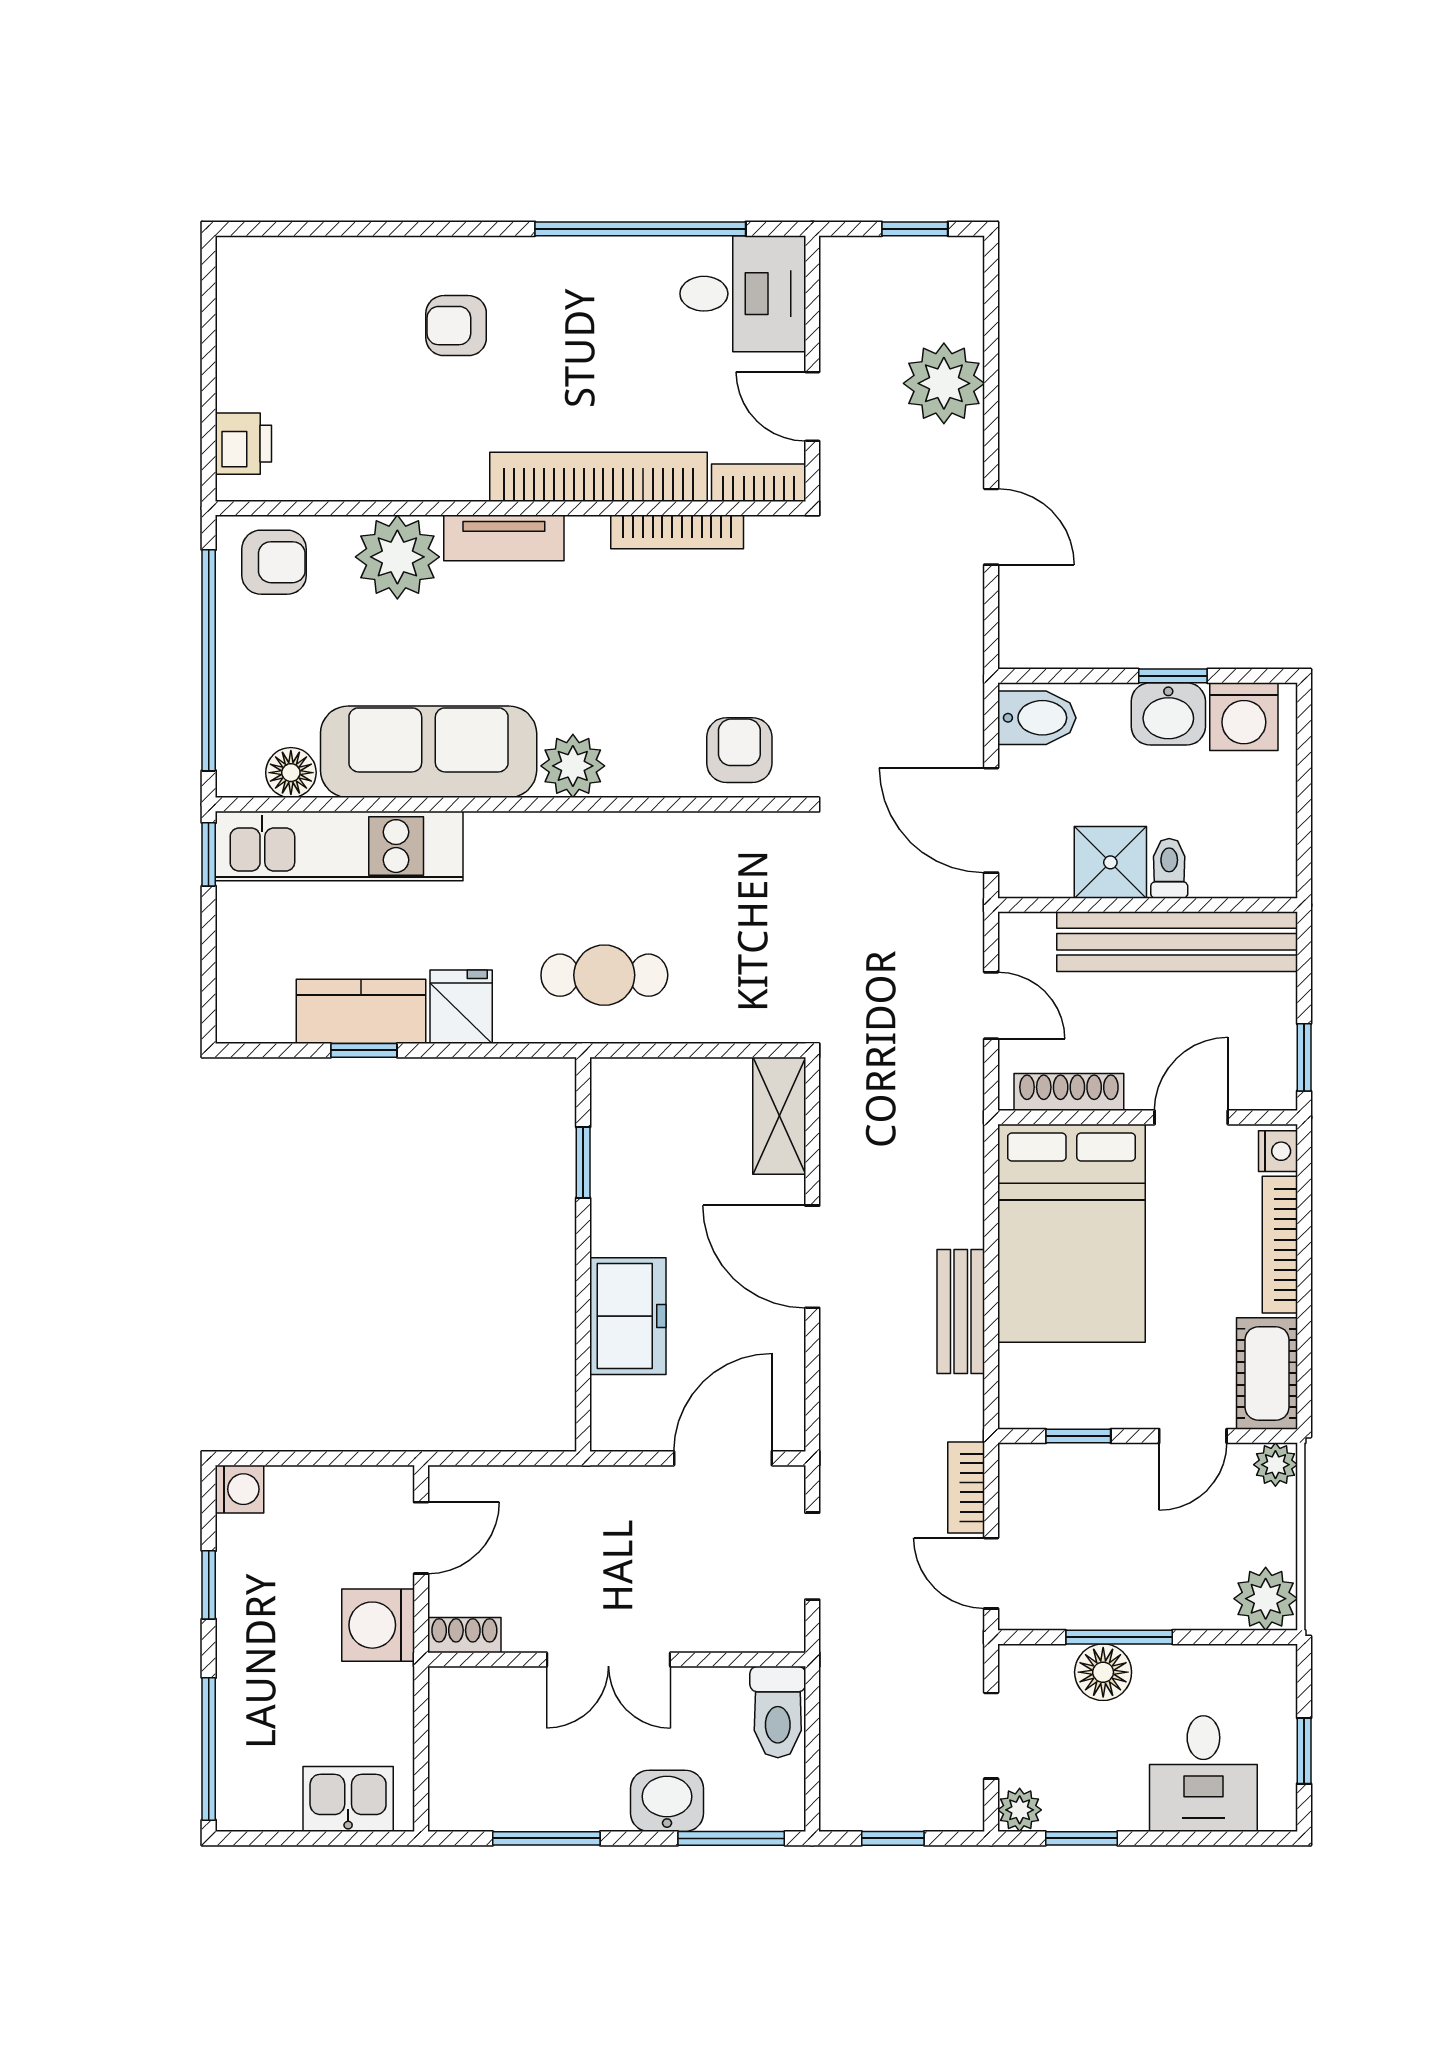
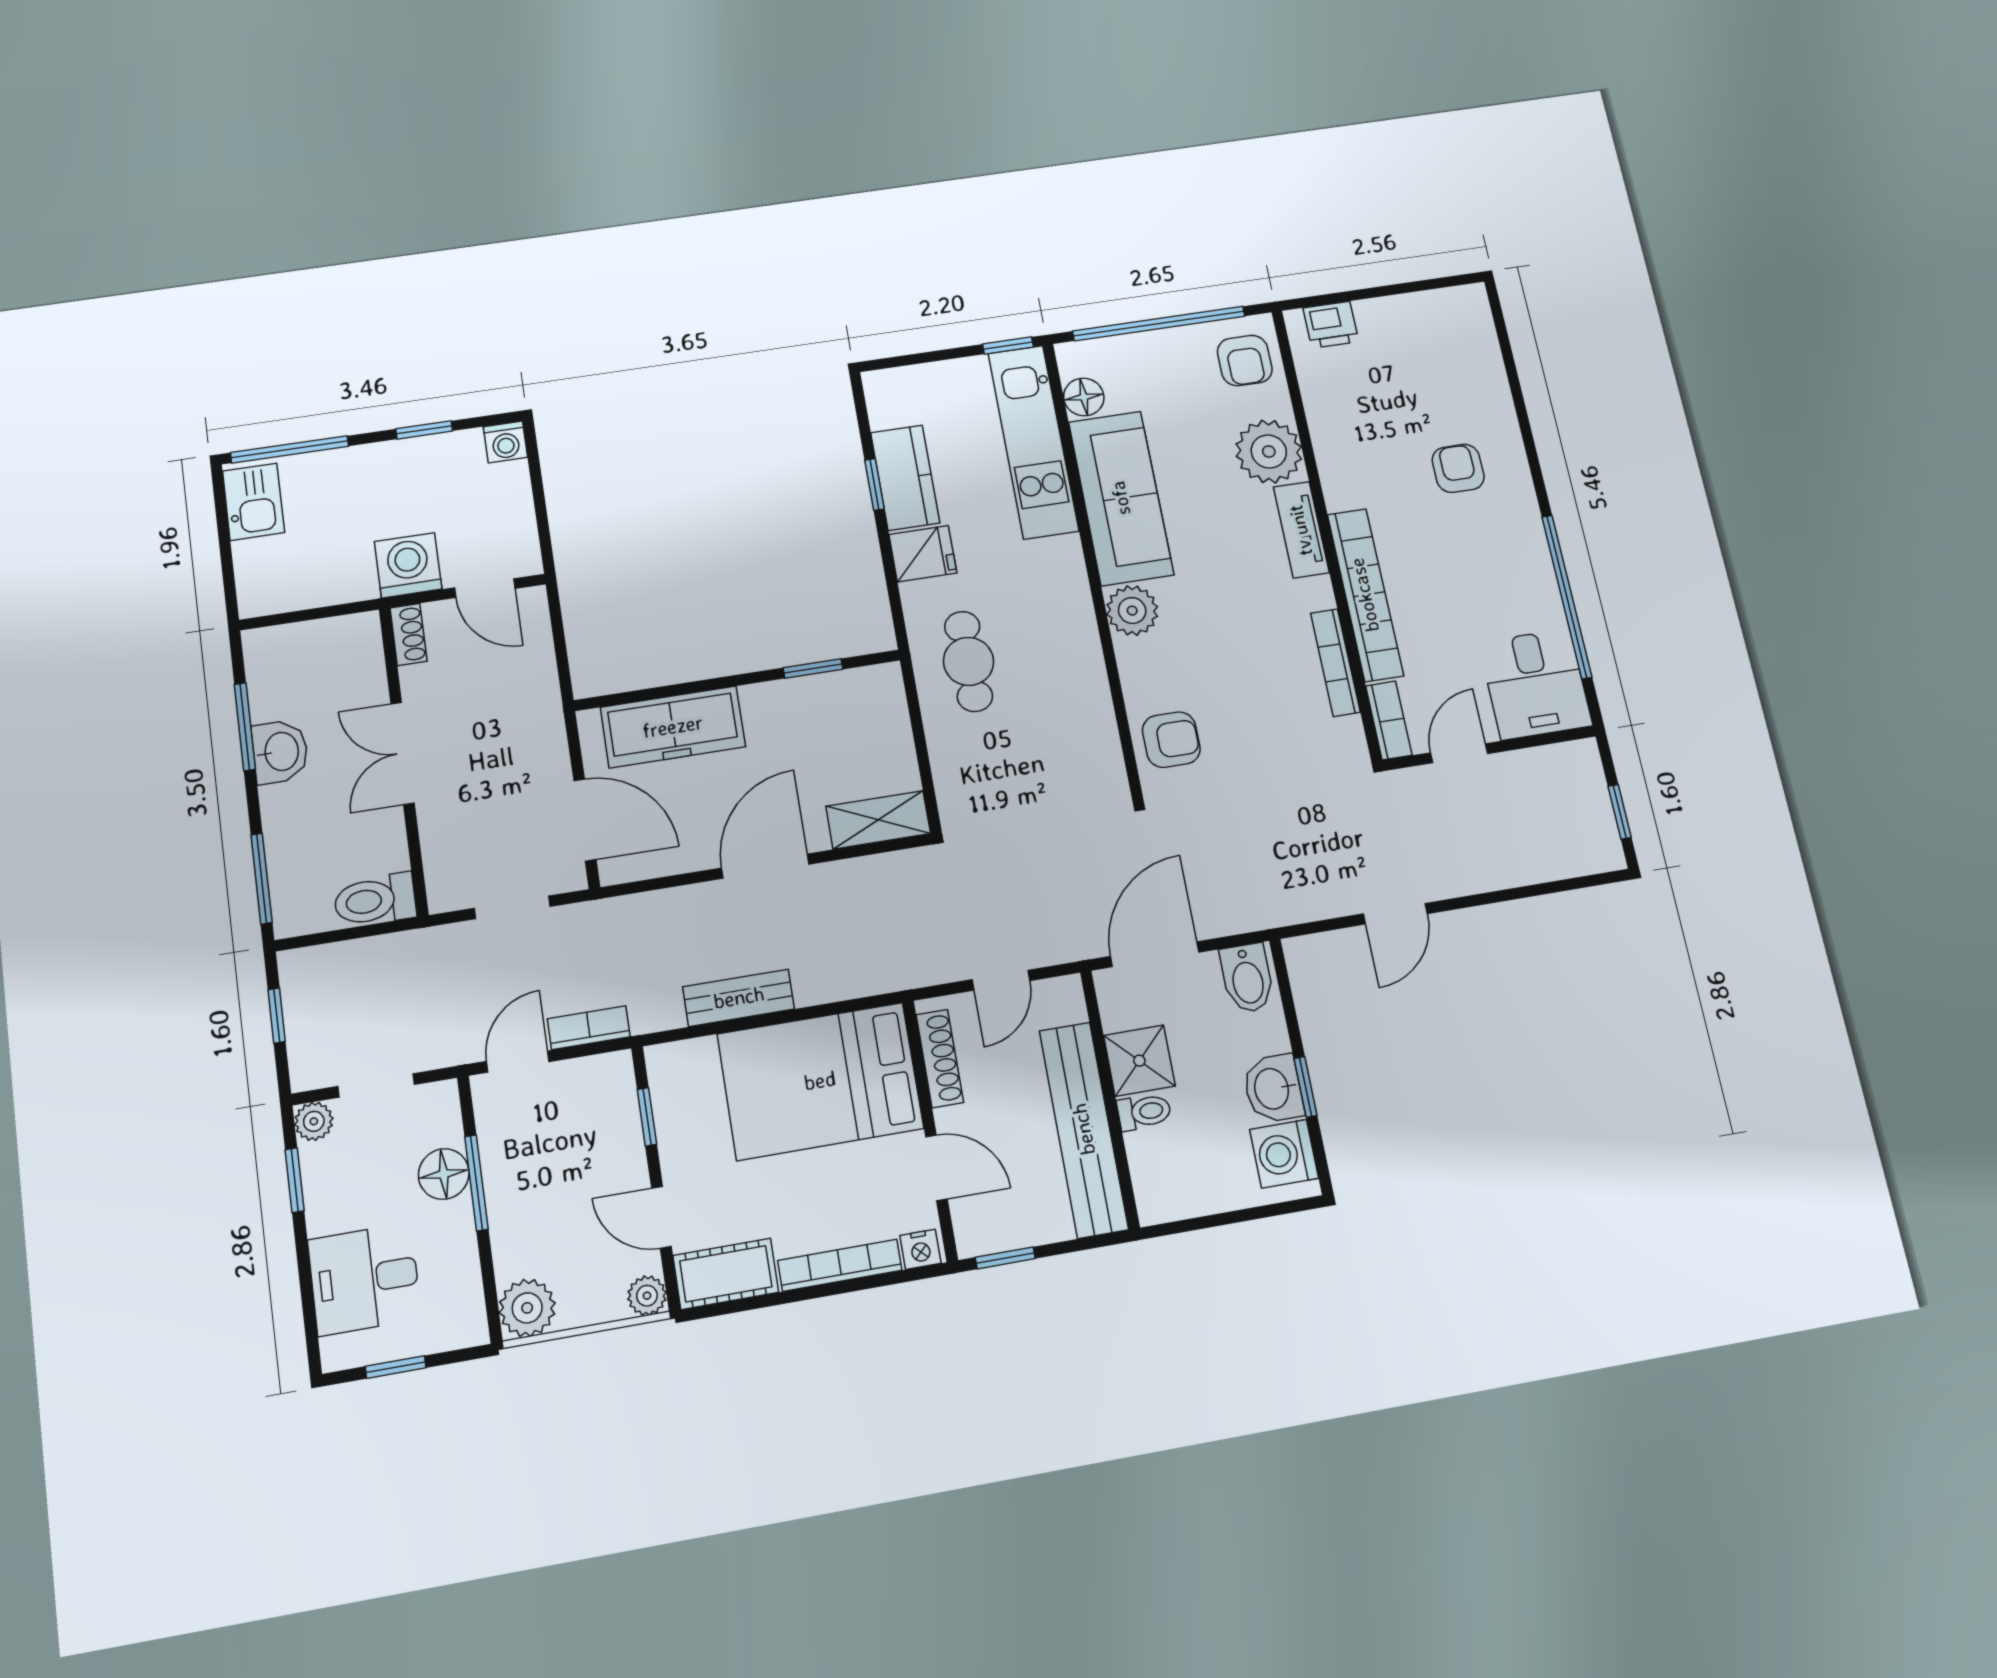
plant: (944, 383) -> (1502, 856), removed
freezer: (628, 1316) -> (673, 727), width x1.40
kitchen sink: (348, 1799) -> (254, 502), moved
washbasin: (667, 1801) -> (280, 752), moved

